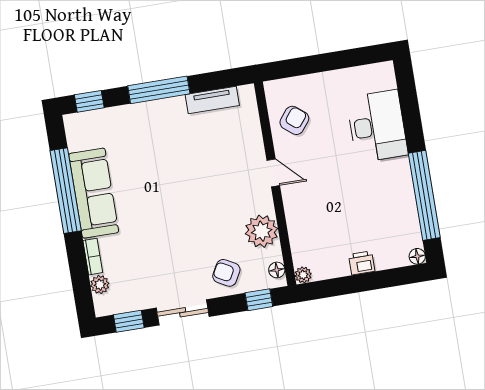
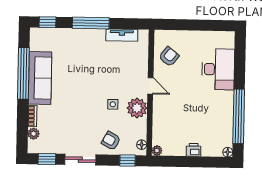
side table: (218, 214) -> (113, 104), added
plant: (262, 231) -> (137, 108), moved

